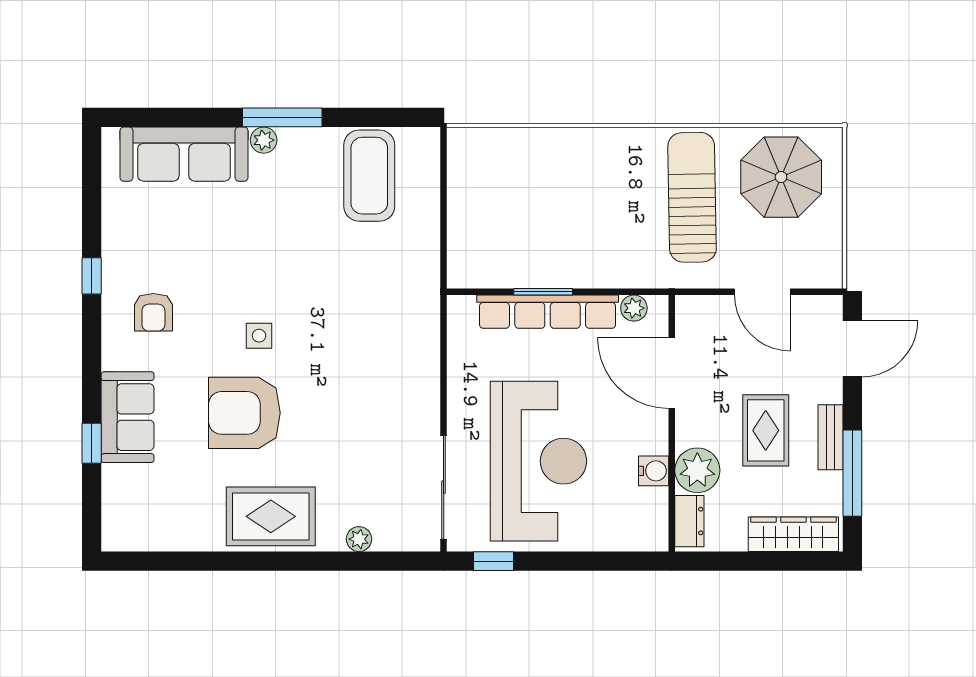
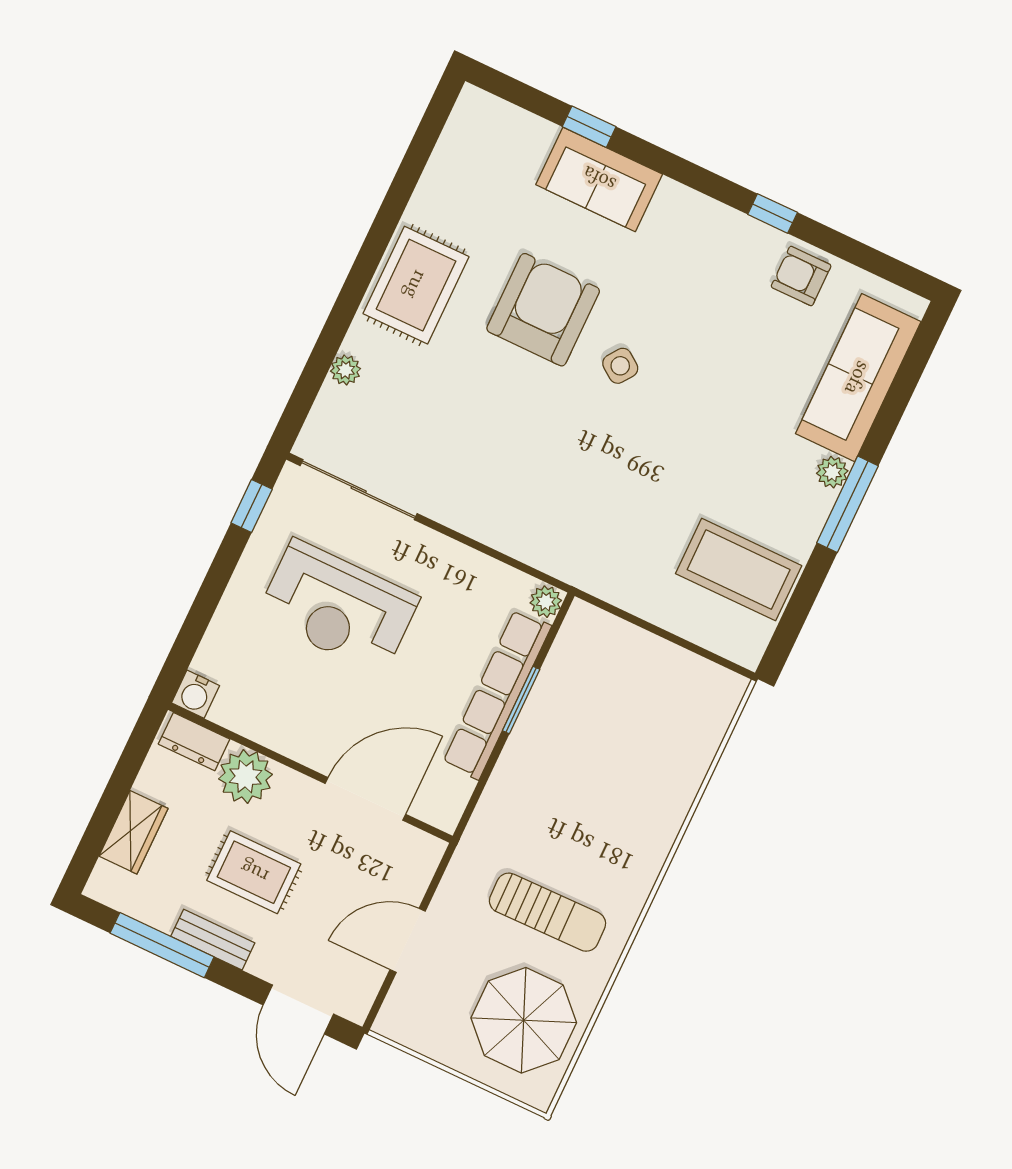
sun lounger: (692, 197) -> (548, 912), width x0.73, depth x0.75
plant: (634, 308) -> (546, 602), moved
armchair: (153, 312) -> (801, 276), moved
side table: (259, 336) -> (620, 366), turned 36
reception desk: (539, 461) -> (338, 607), width x0.74, depth x0.77
water cooler: (654, 471) -> (195, 694), moved
wardrobe: (793, 534) -> (133, 832), width x0.67

